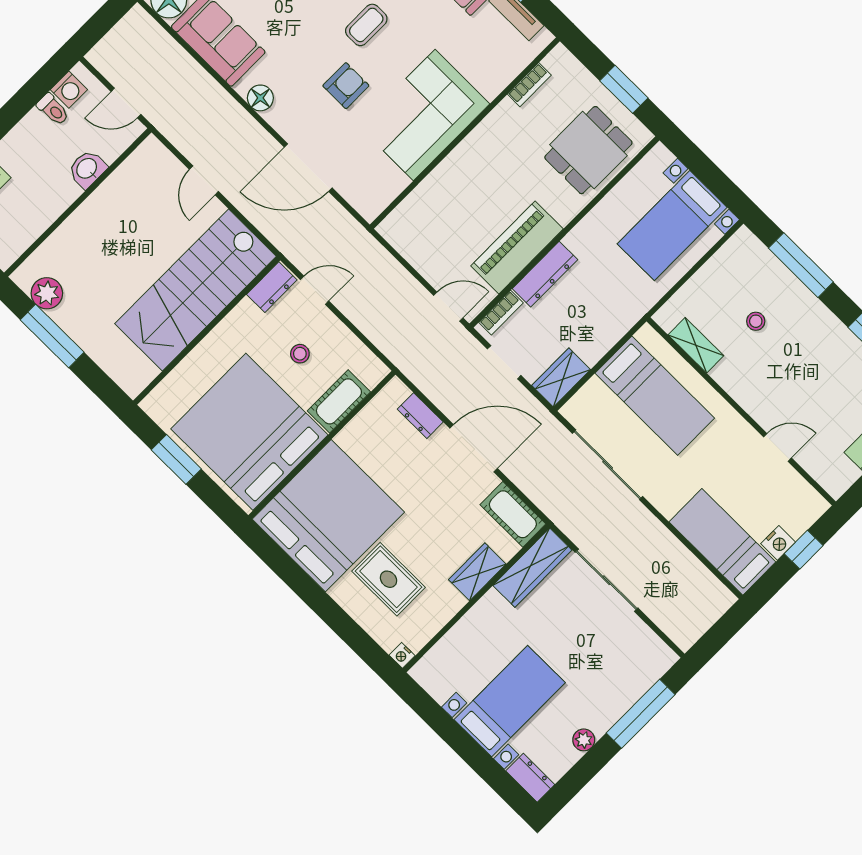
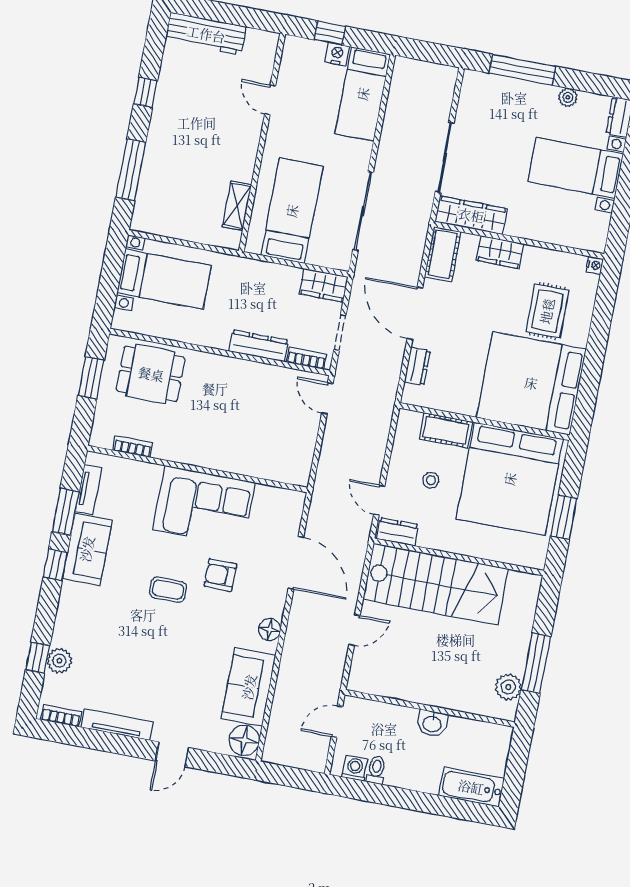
door: (126, 103) -> (337, 722), swing flipped
washbasin: (87, 169) -> (432, 723), moved
piano: (517, 247) -> (253, 378), removed
stool: (756, 321) -> (192, 175), removed

